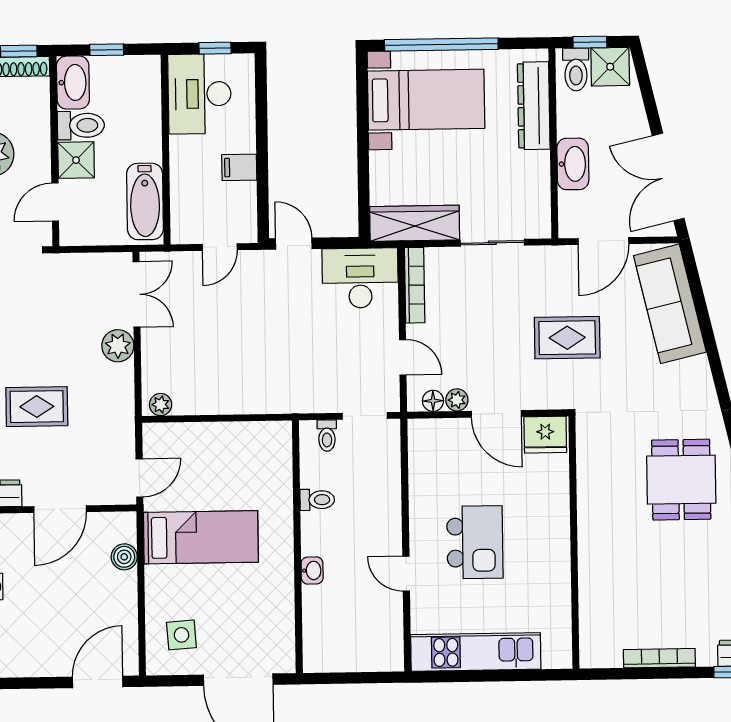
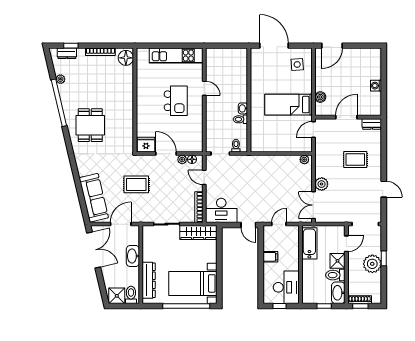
window: (590, 42) -> (125, 306), removed
kitchen island: (475, 542) -> (176, 101), turned 180
washbasin: (312, 570) -> (243, 108), moved
floor lamp: (597, 644) -> (126, 58), added

